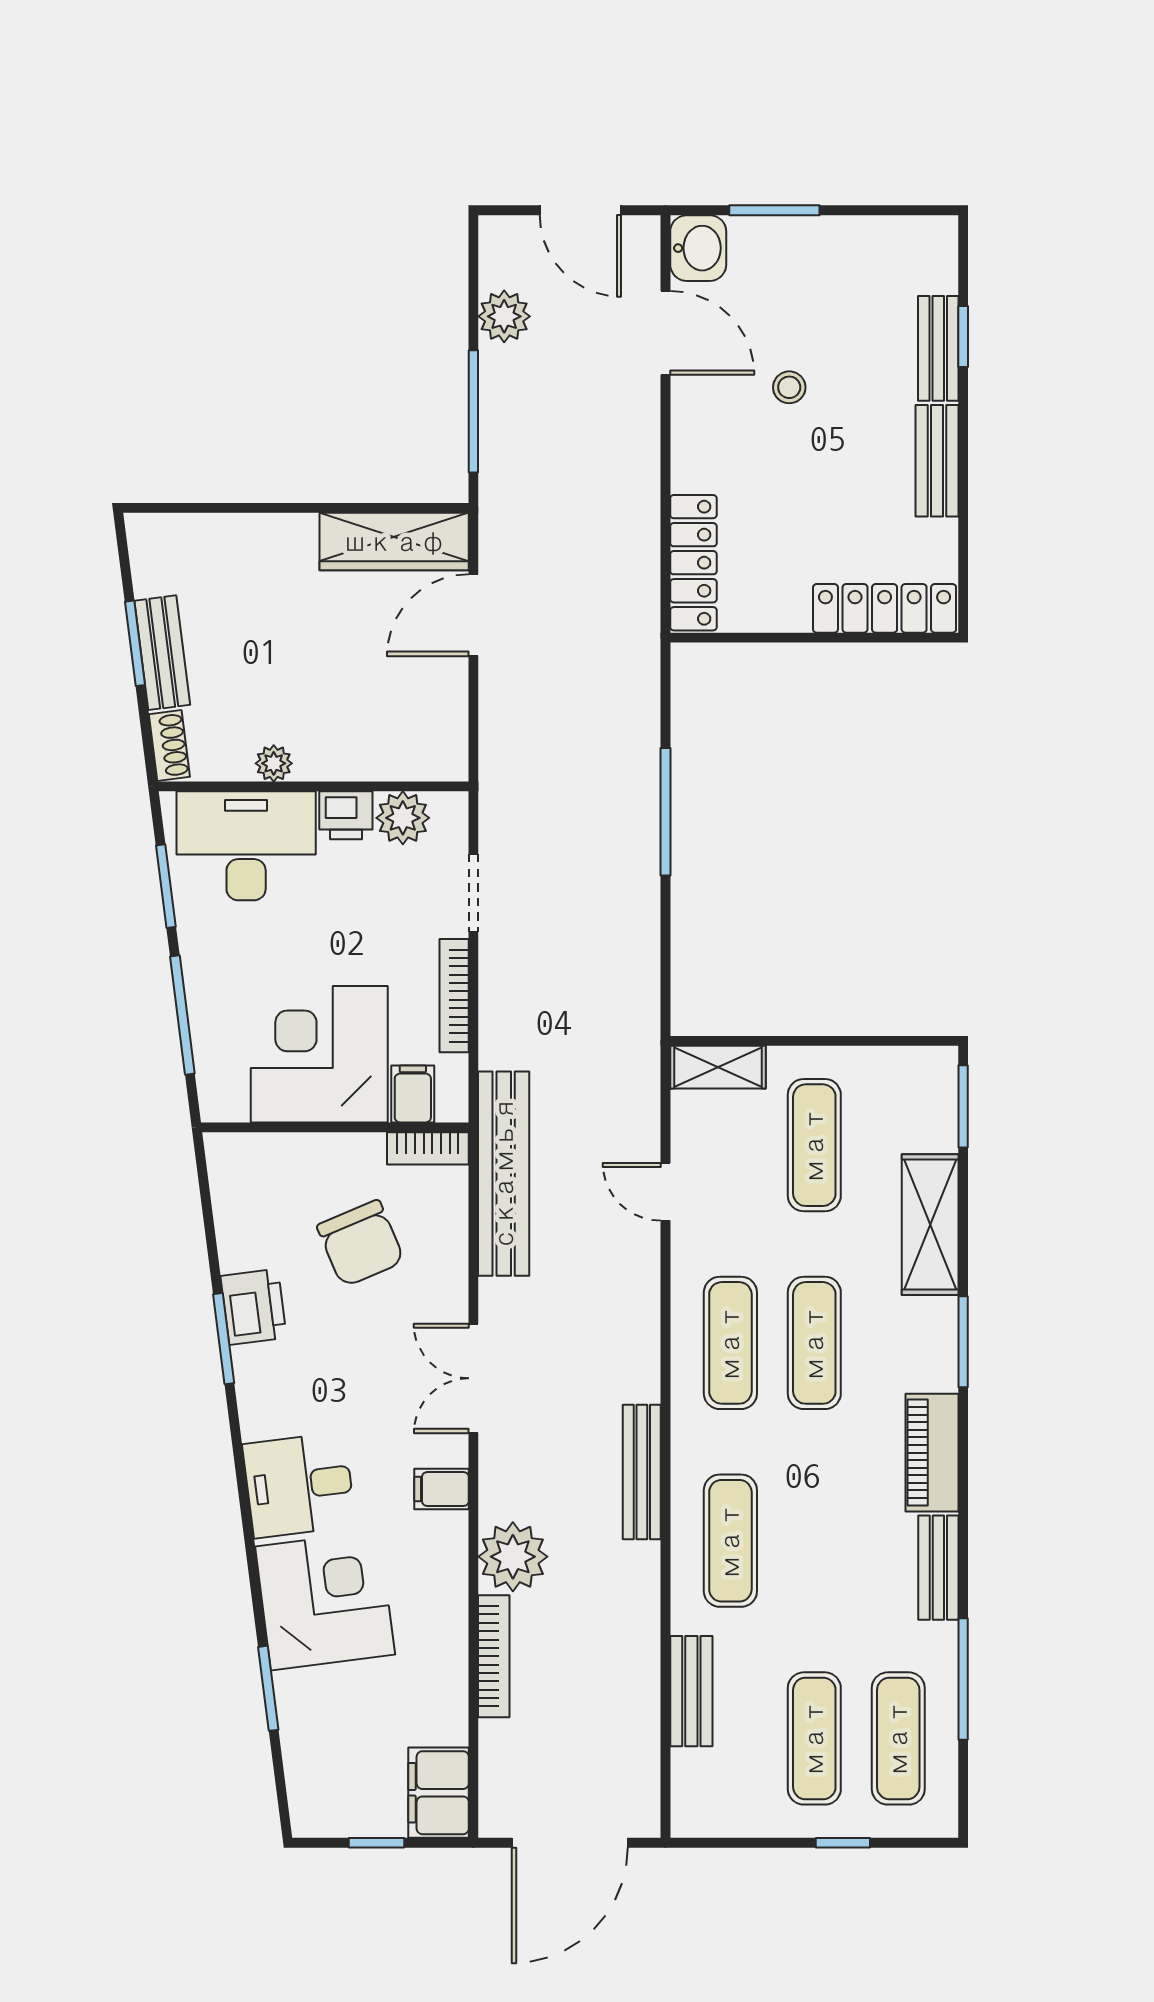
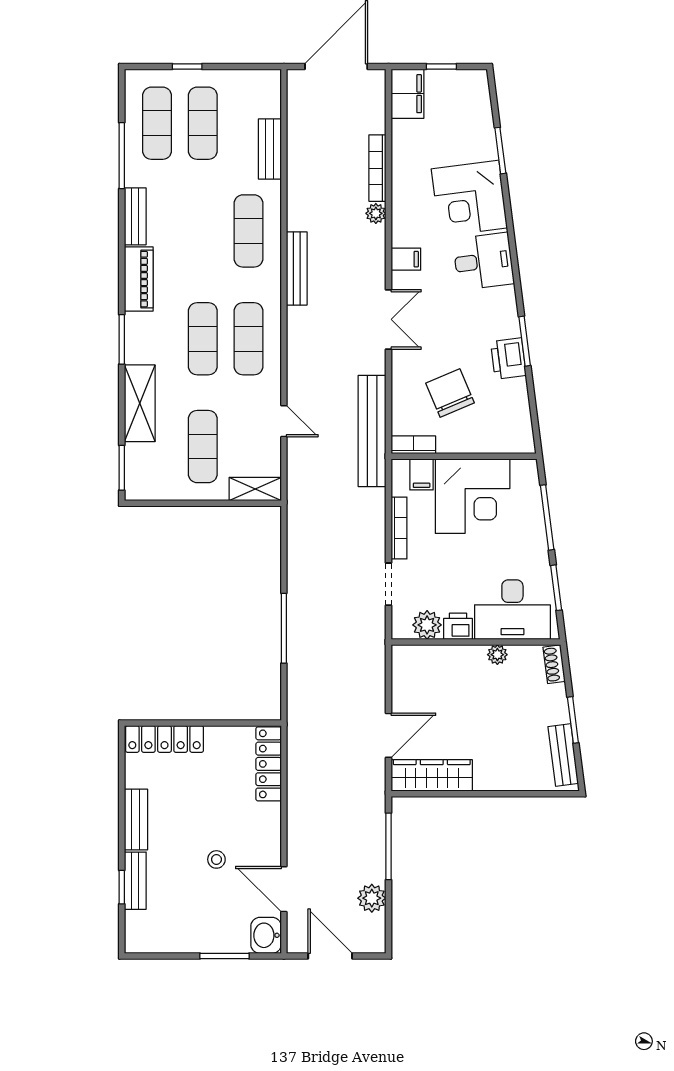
bench: (162, 653) -> (563, 755), moved
plant: (513, 1557) -> (376, 213), width x0.53, depth x0.53

